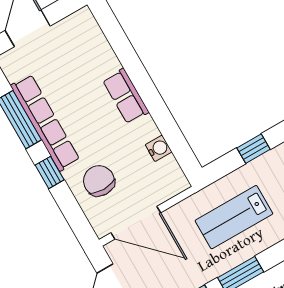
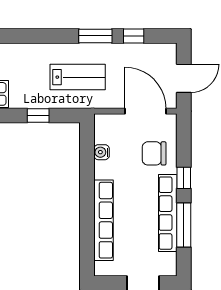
row of seats: (126, 96) -> (104, 220), width x2.02
chair: (99, 181) -> (154, 153), turned 90

